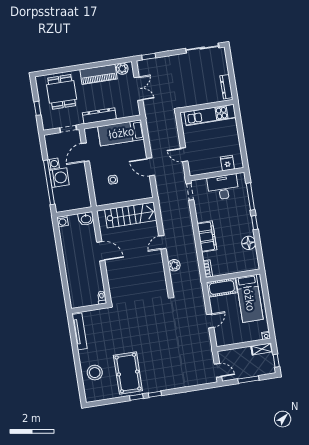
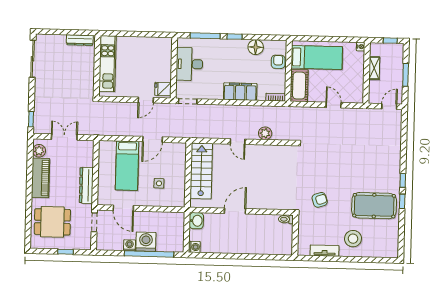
bed: (121, 133) -> (127, 166), moved
fridge: (227, 163) -> (163, 89), moved
armchair: (239, 265) -> (278, 62), added
armchair: (124, 324) -> (320, 200), added
tv unit: (80, 331) -> (325, 251), width x0.71
shelving: (262, 349) -> (374, 68), moved
stool: (95, 373) -> (353, 239), moved

